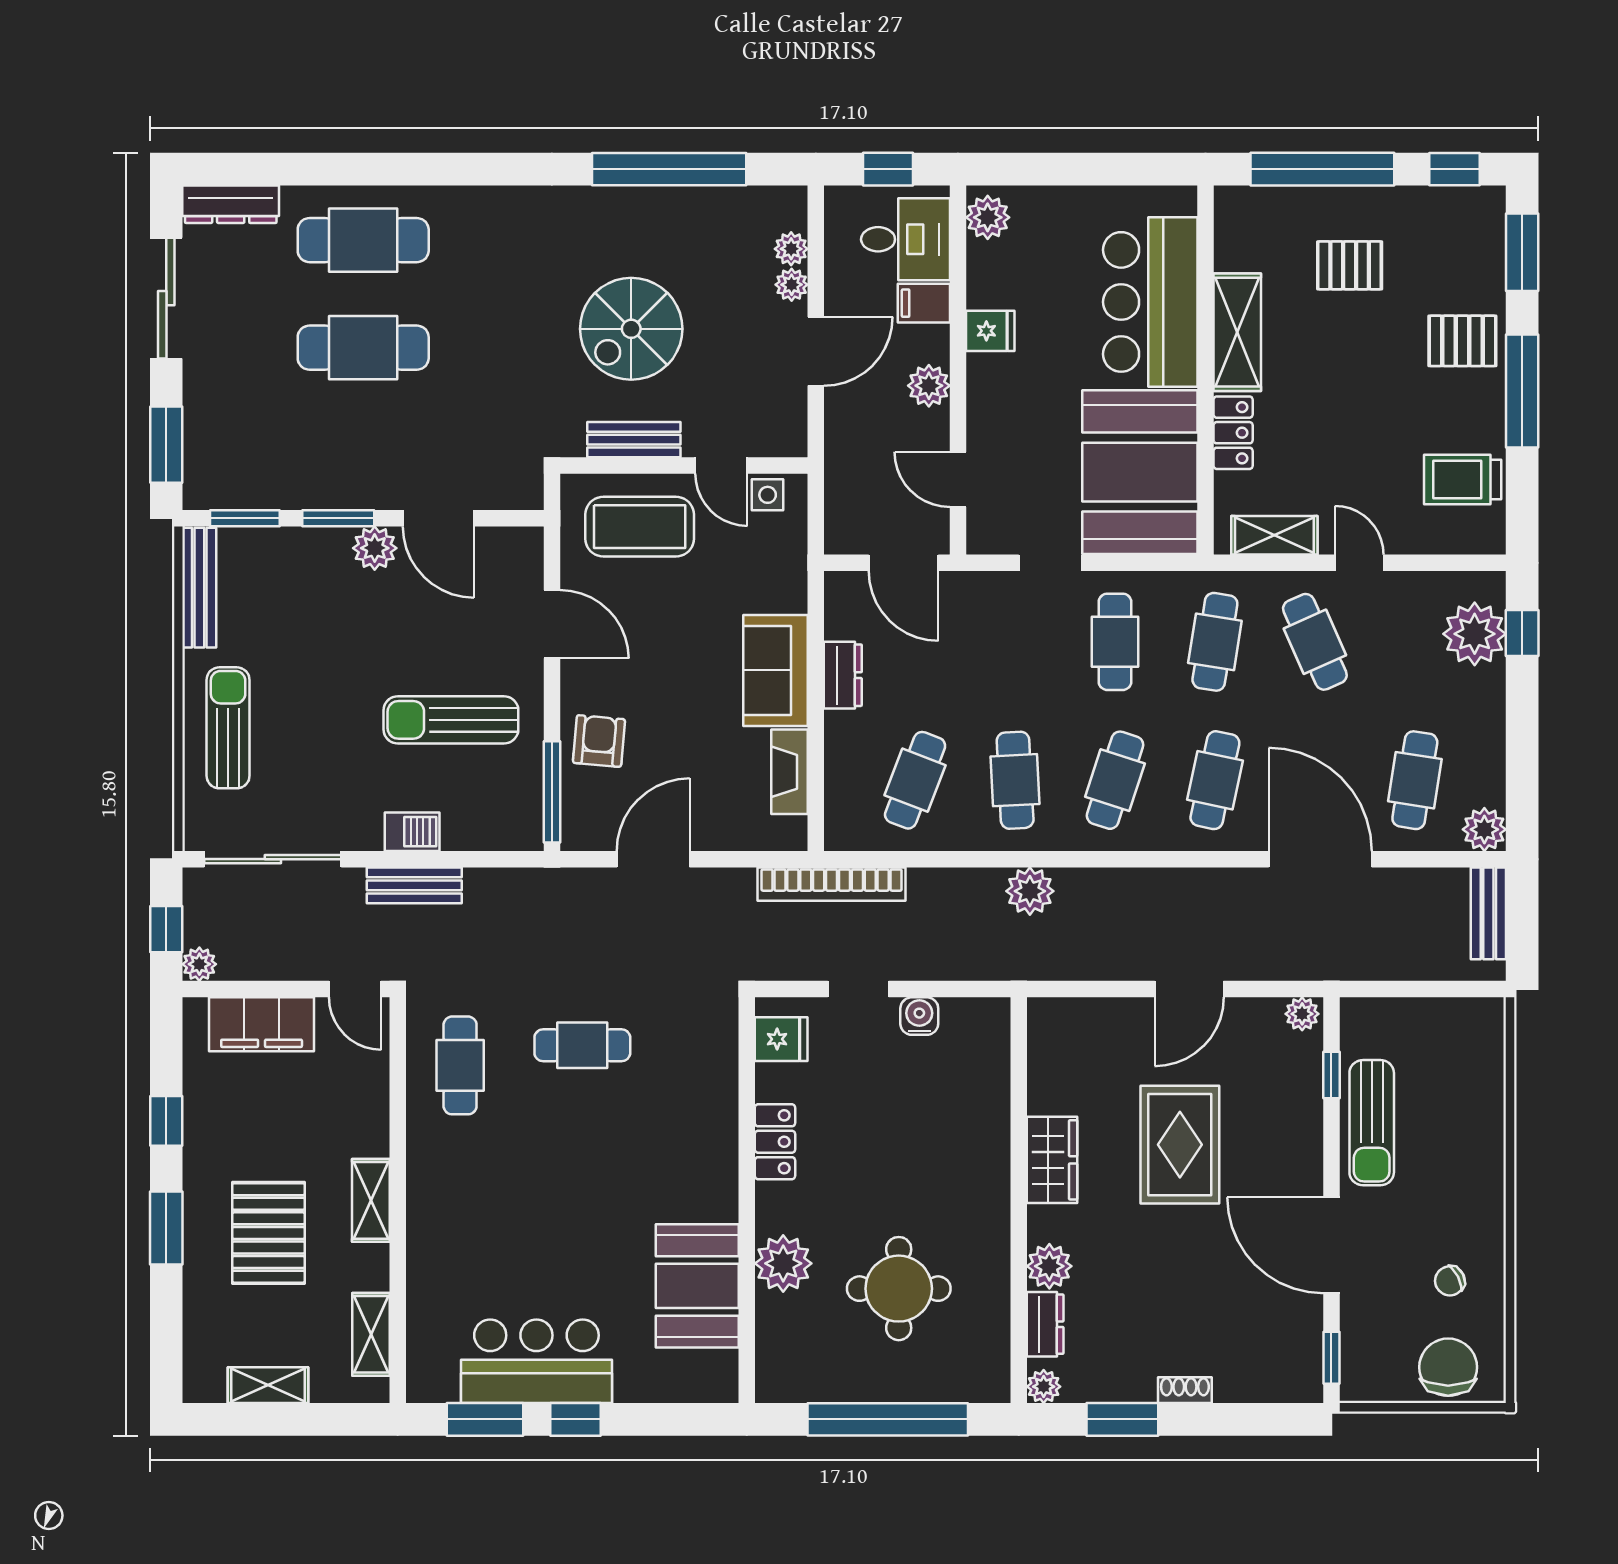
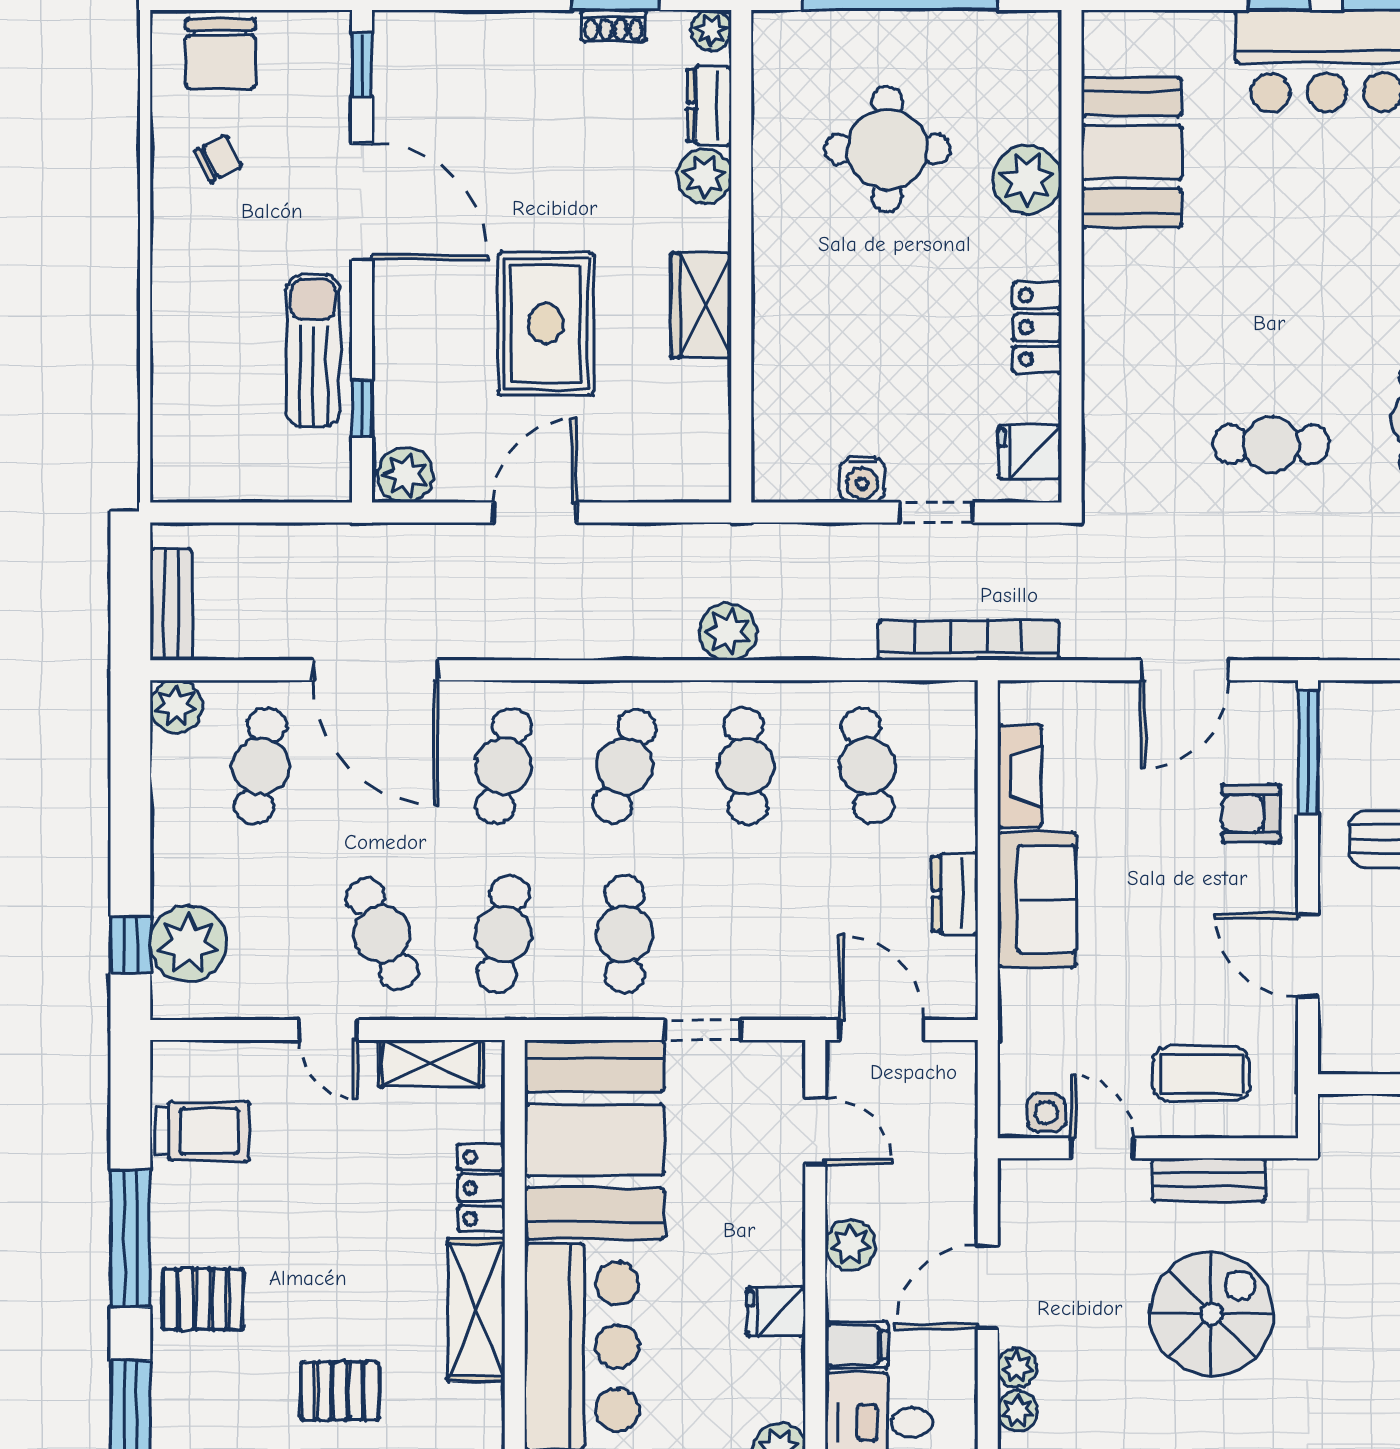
coffee table: (640, 527) -> (1202, 1074), width x0.73, depth x0.76
armchair: (599, 741) -> (1251, 814), turned 85
cafe table: (915, 780) -> (867, 766), turned -30
plant: (1302, 1014) -> (405, 475), width x1.38, depth x1.38
shoe rack: (1185, 1390) -> (613, 26), moved

